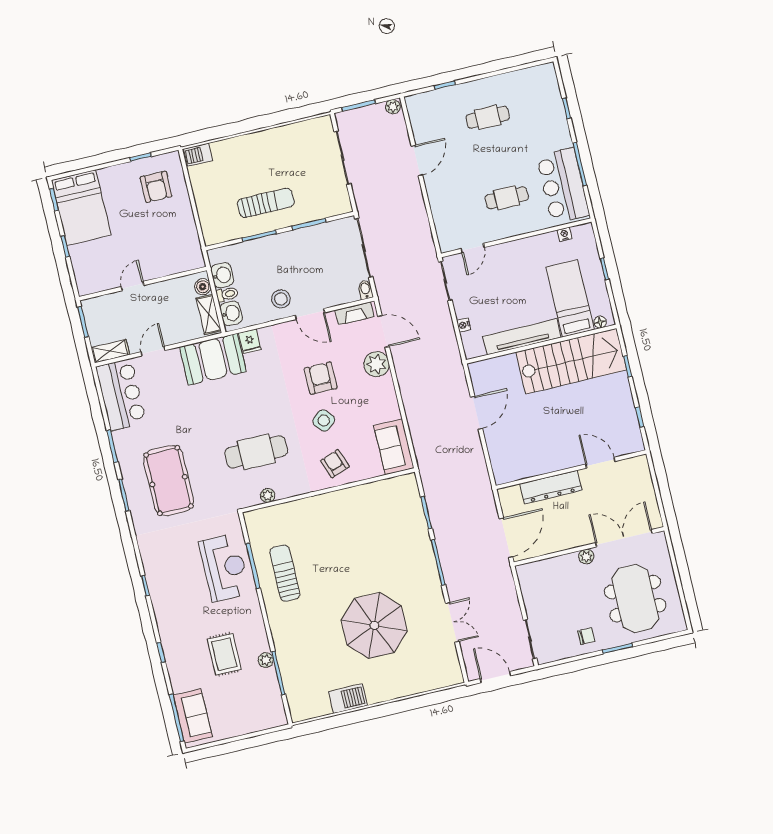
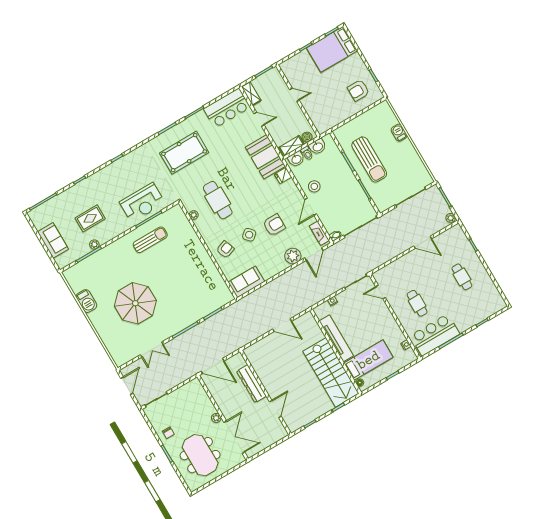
barbecue: (198, 155) -> (399, 133), moved
sun lounger: (266, 203) -> (369, 159), width x1.36, depth x1.34
meeting table: (635, 599) -> (200, 455), turned 90
sofa: (193, 716) -> (53, 240), moved, turned -90

